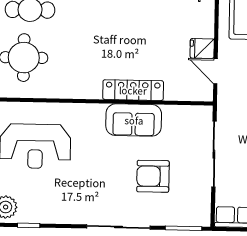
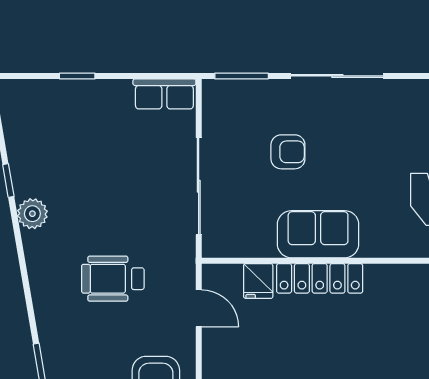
fridge: (202, 48) -> (258, 281), moved, turned 90
armchair: (153, 176) -> (288, 152), width x0.72, depth x0.72

